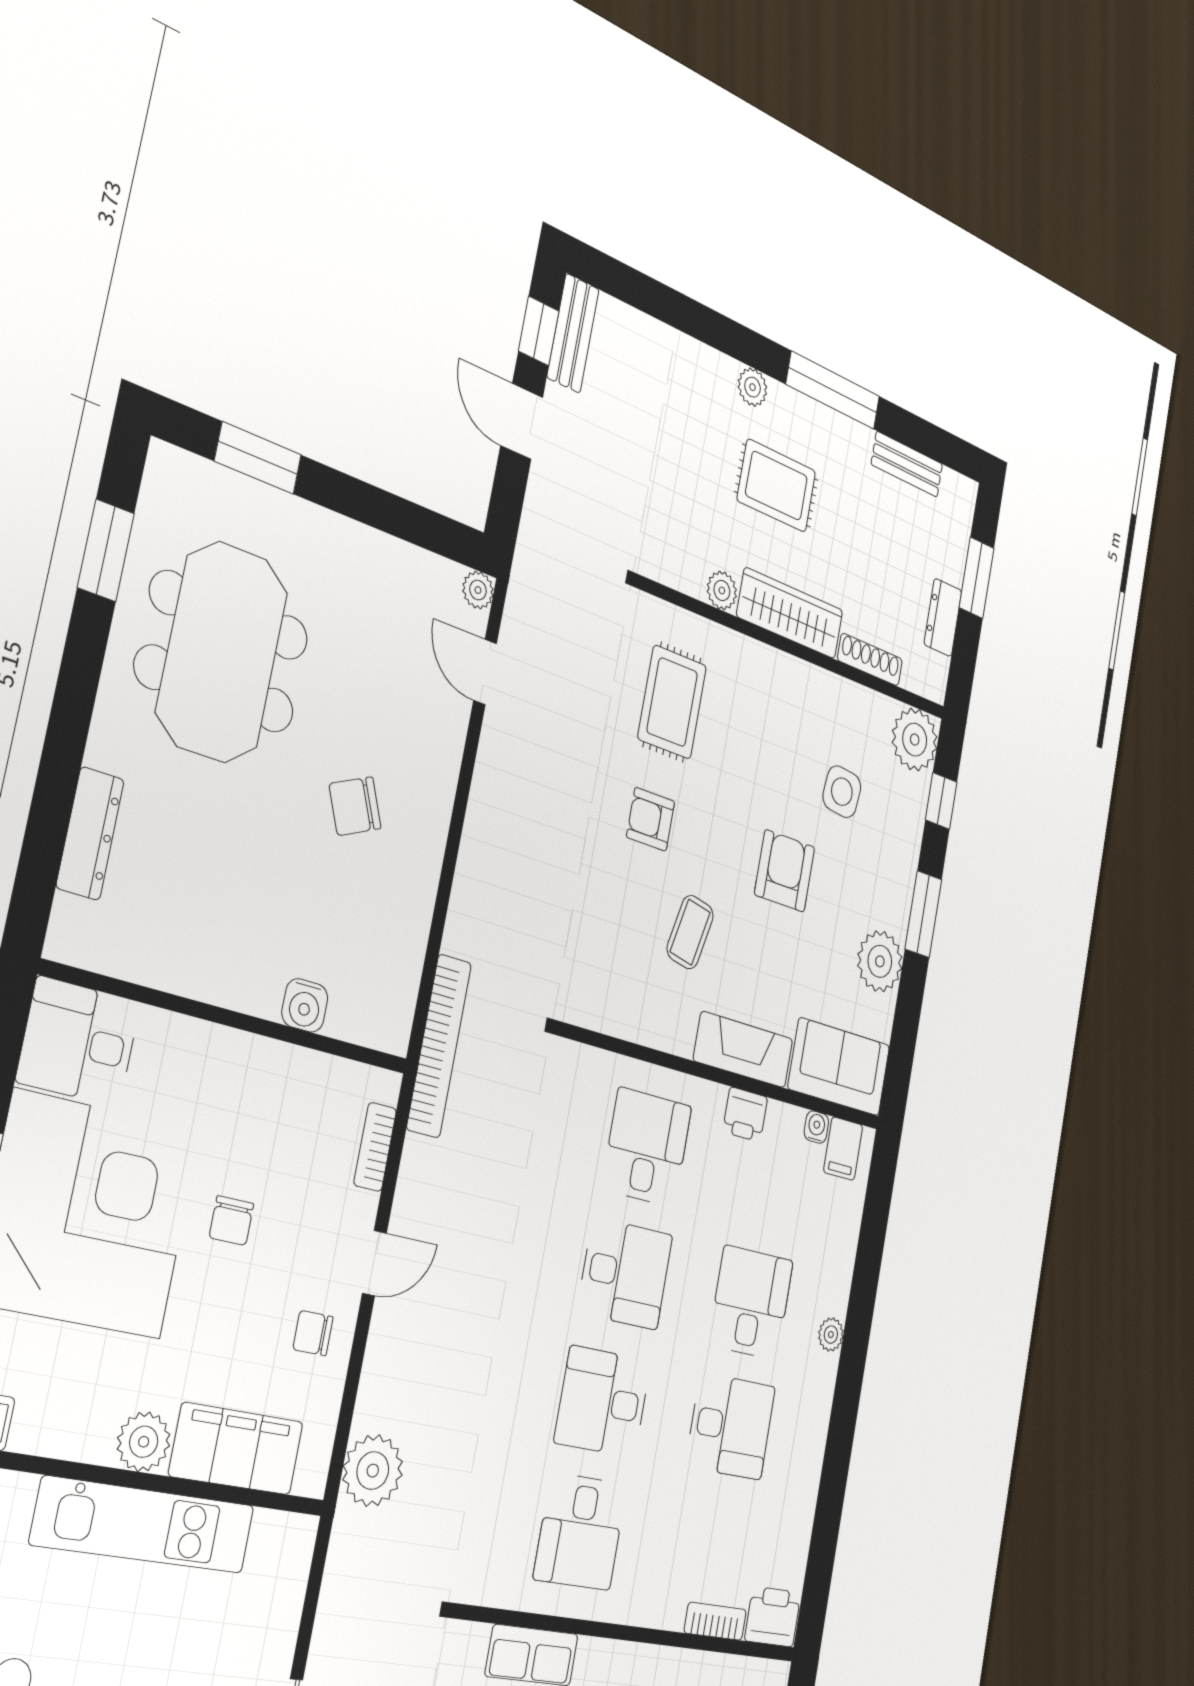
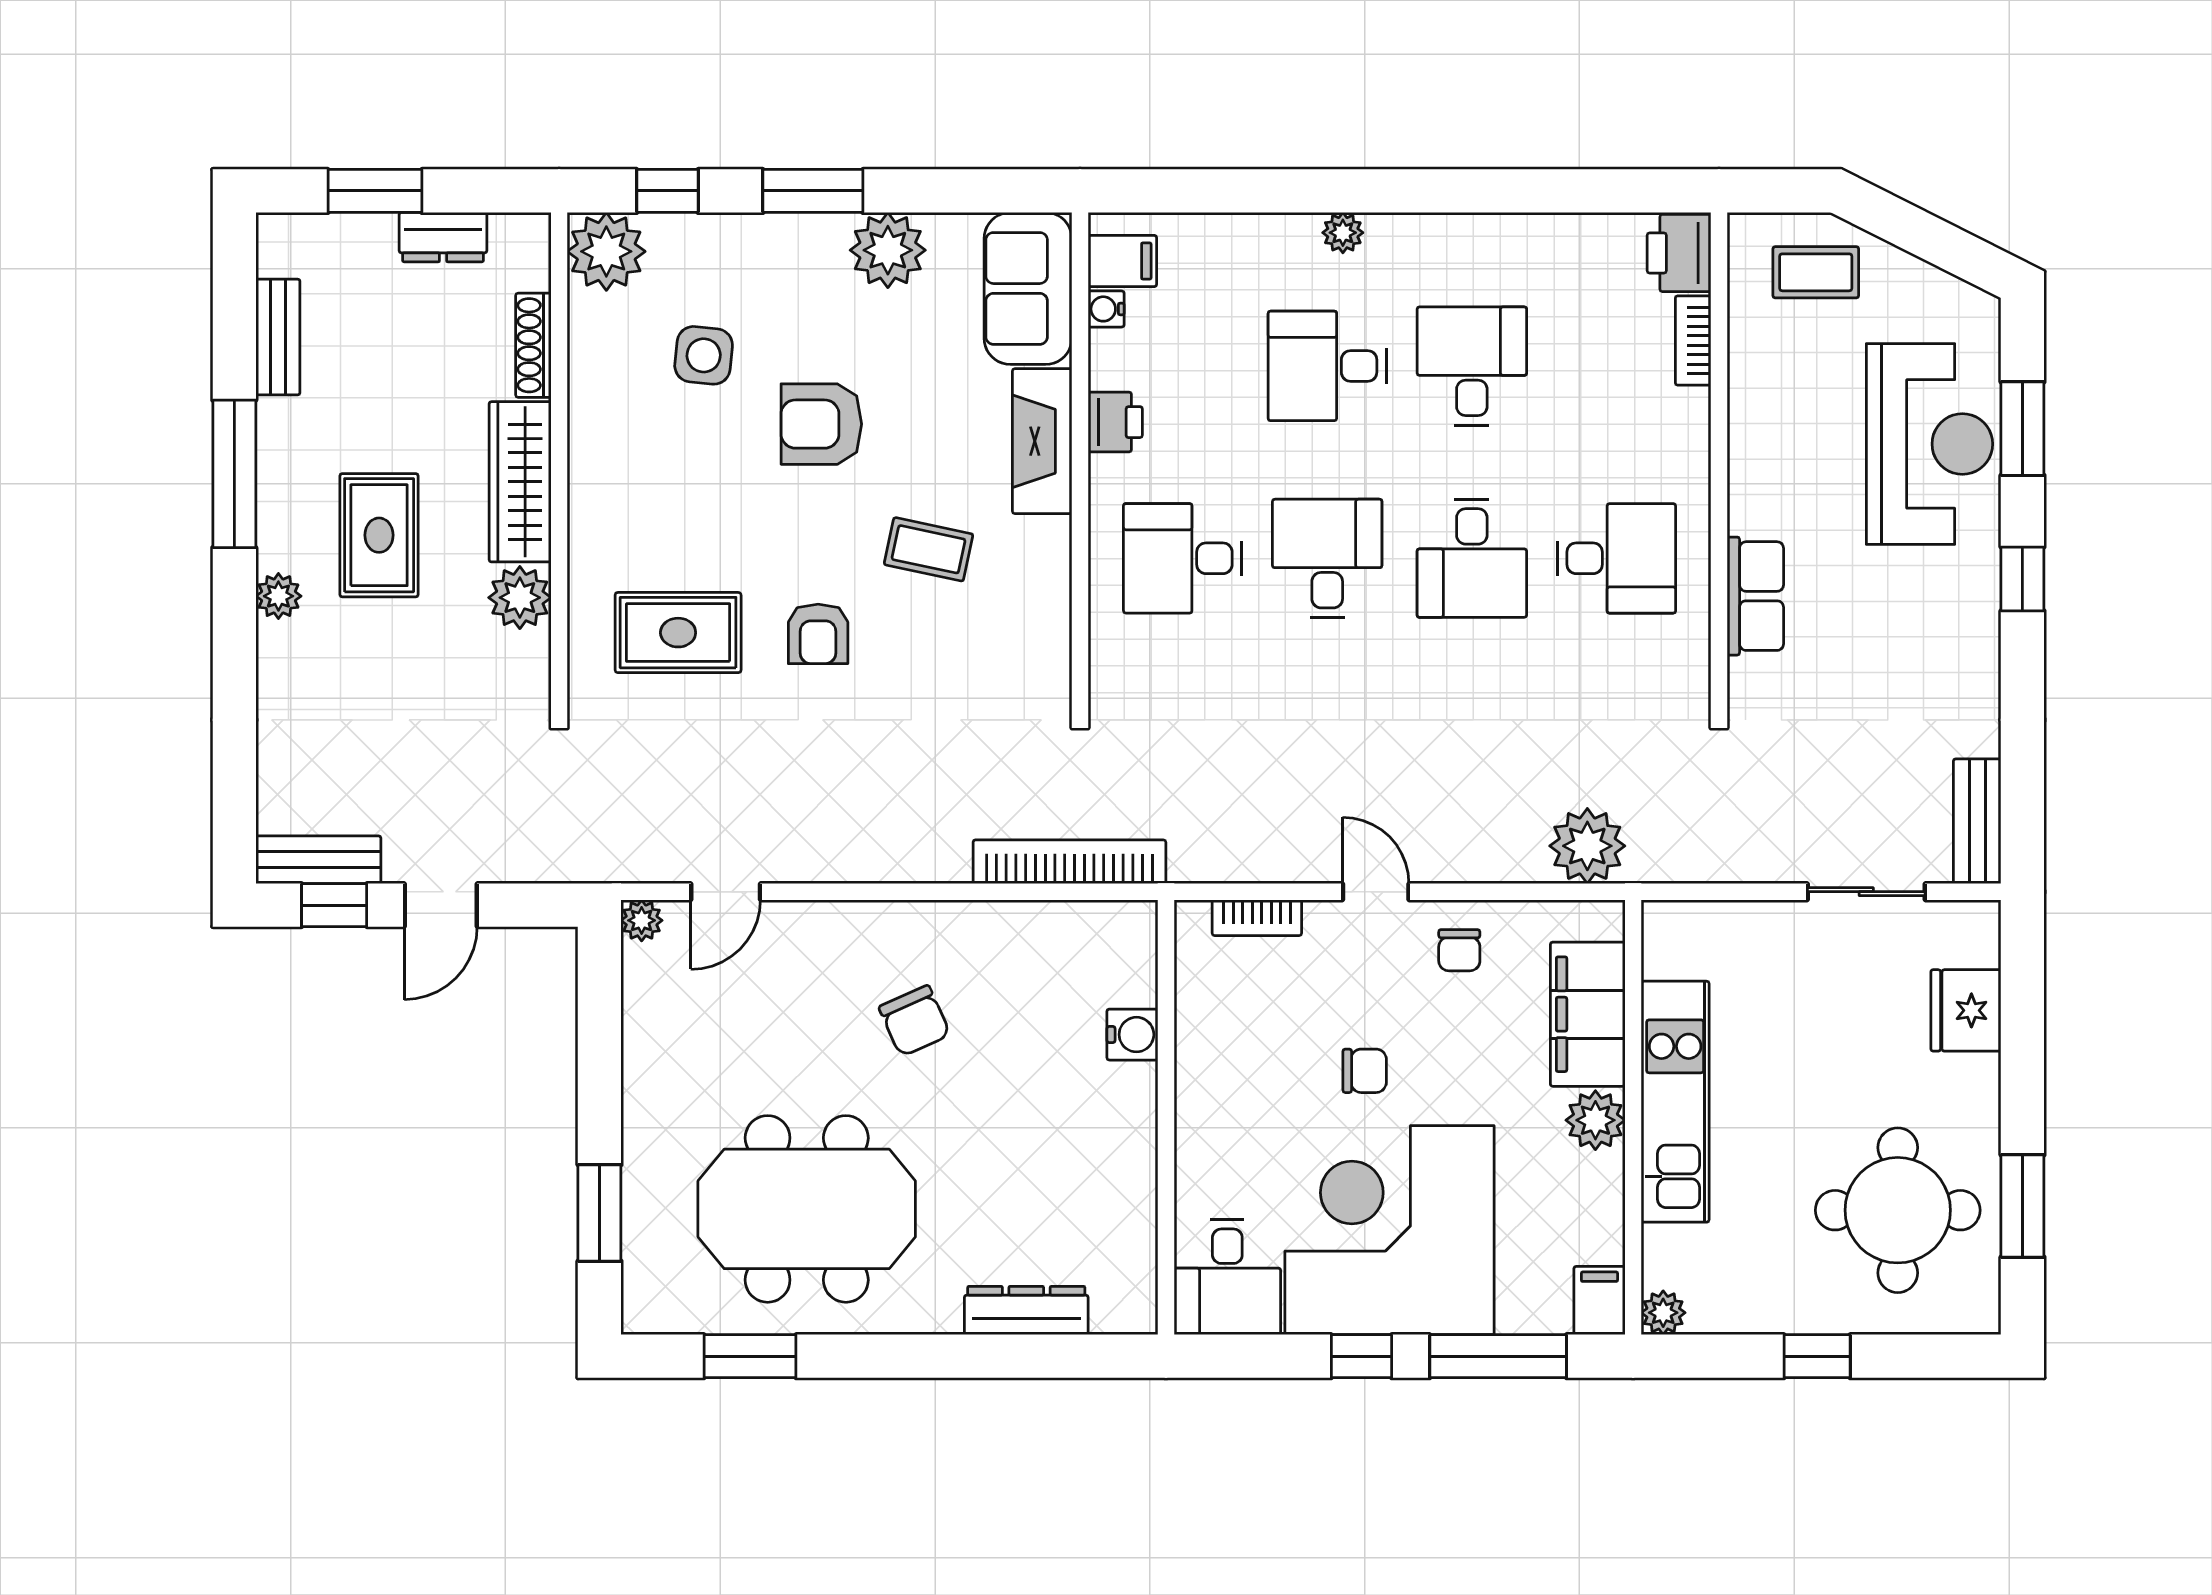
plant: (722, 590) -> (520, 598), width x1.38, depth x1.38
bookcase: (439, 1046) -> (1069, 862), moved

